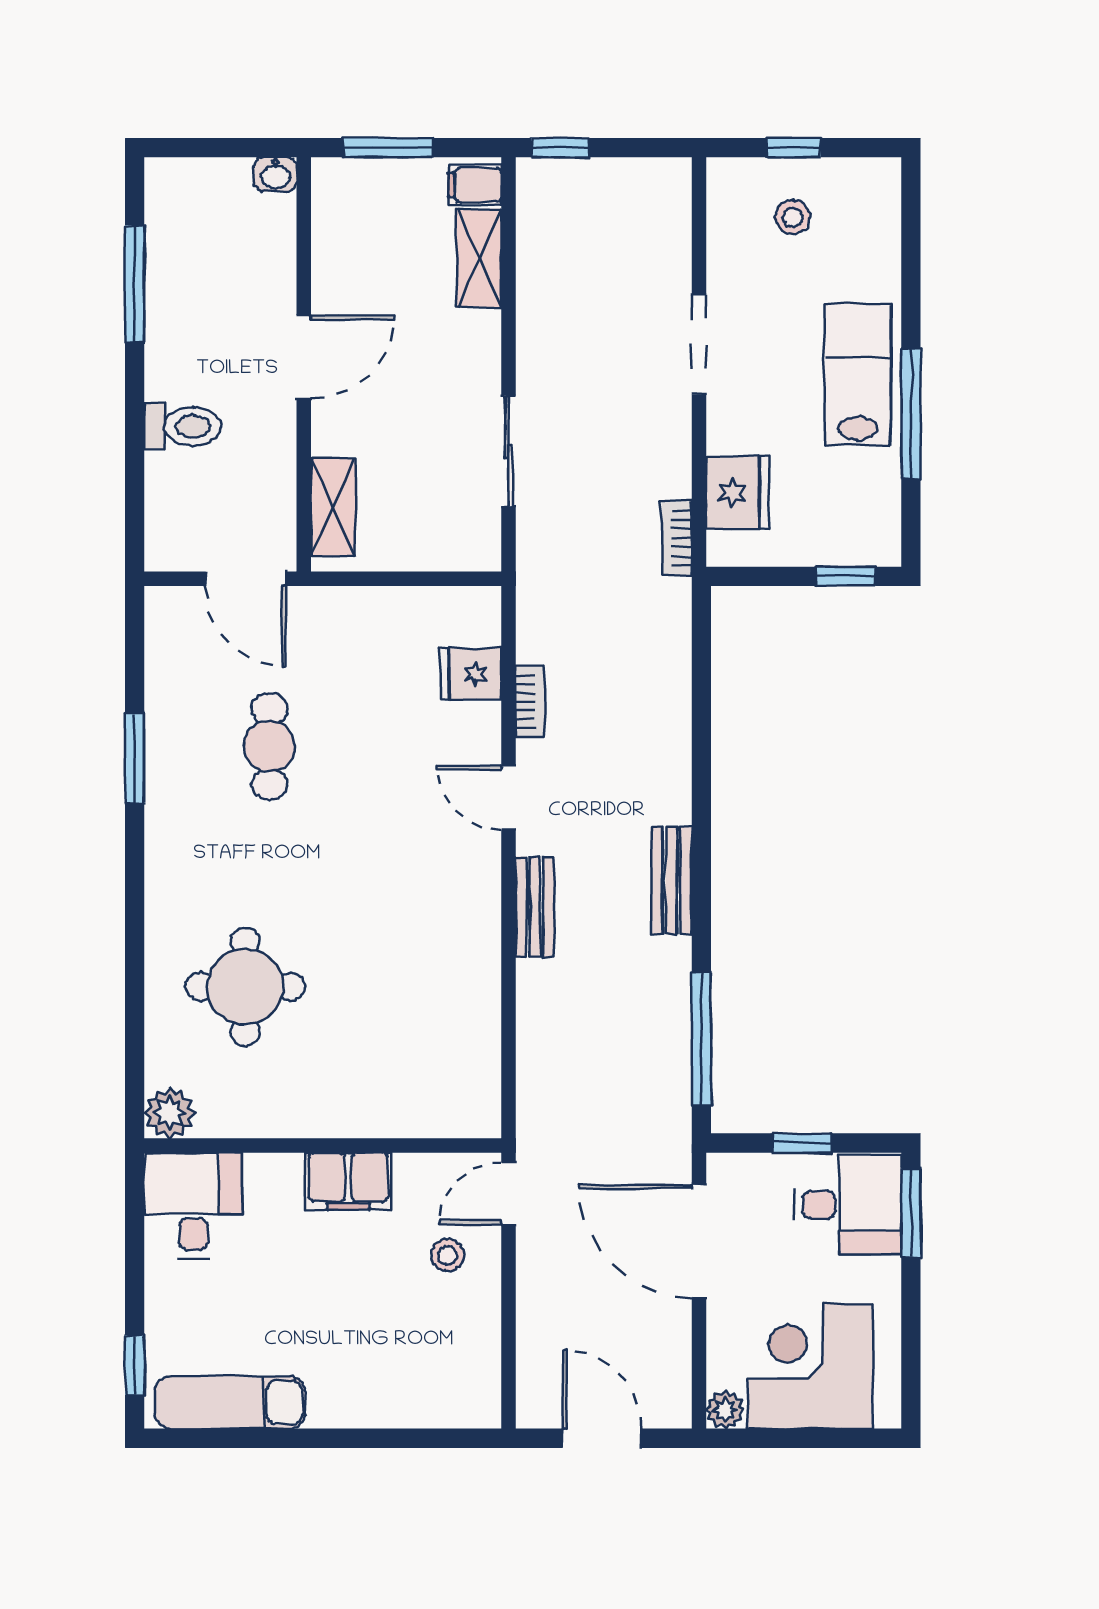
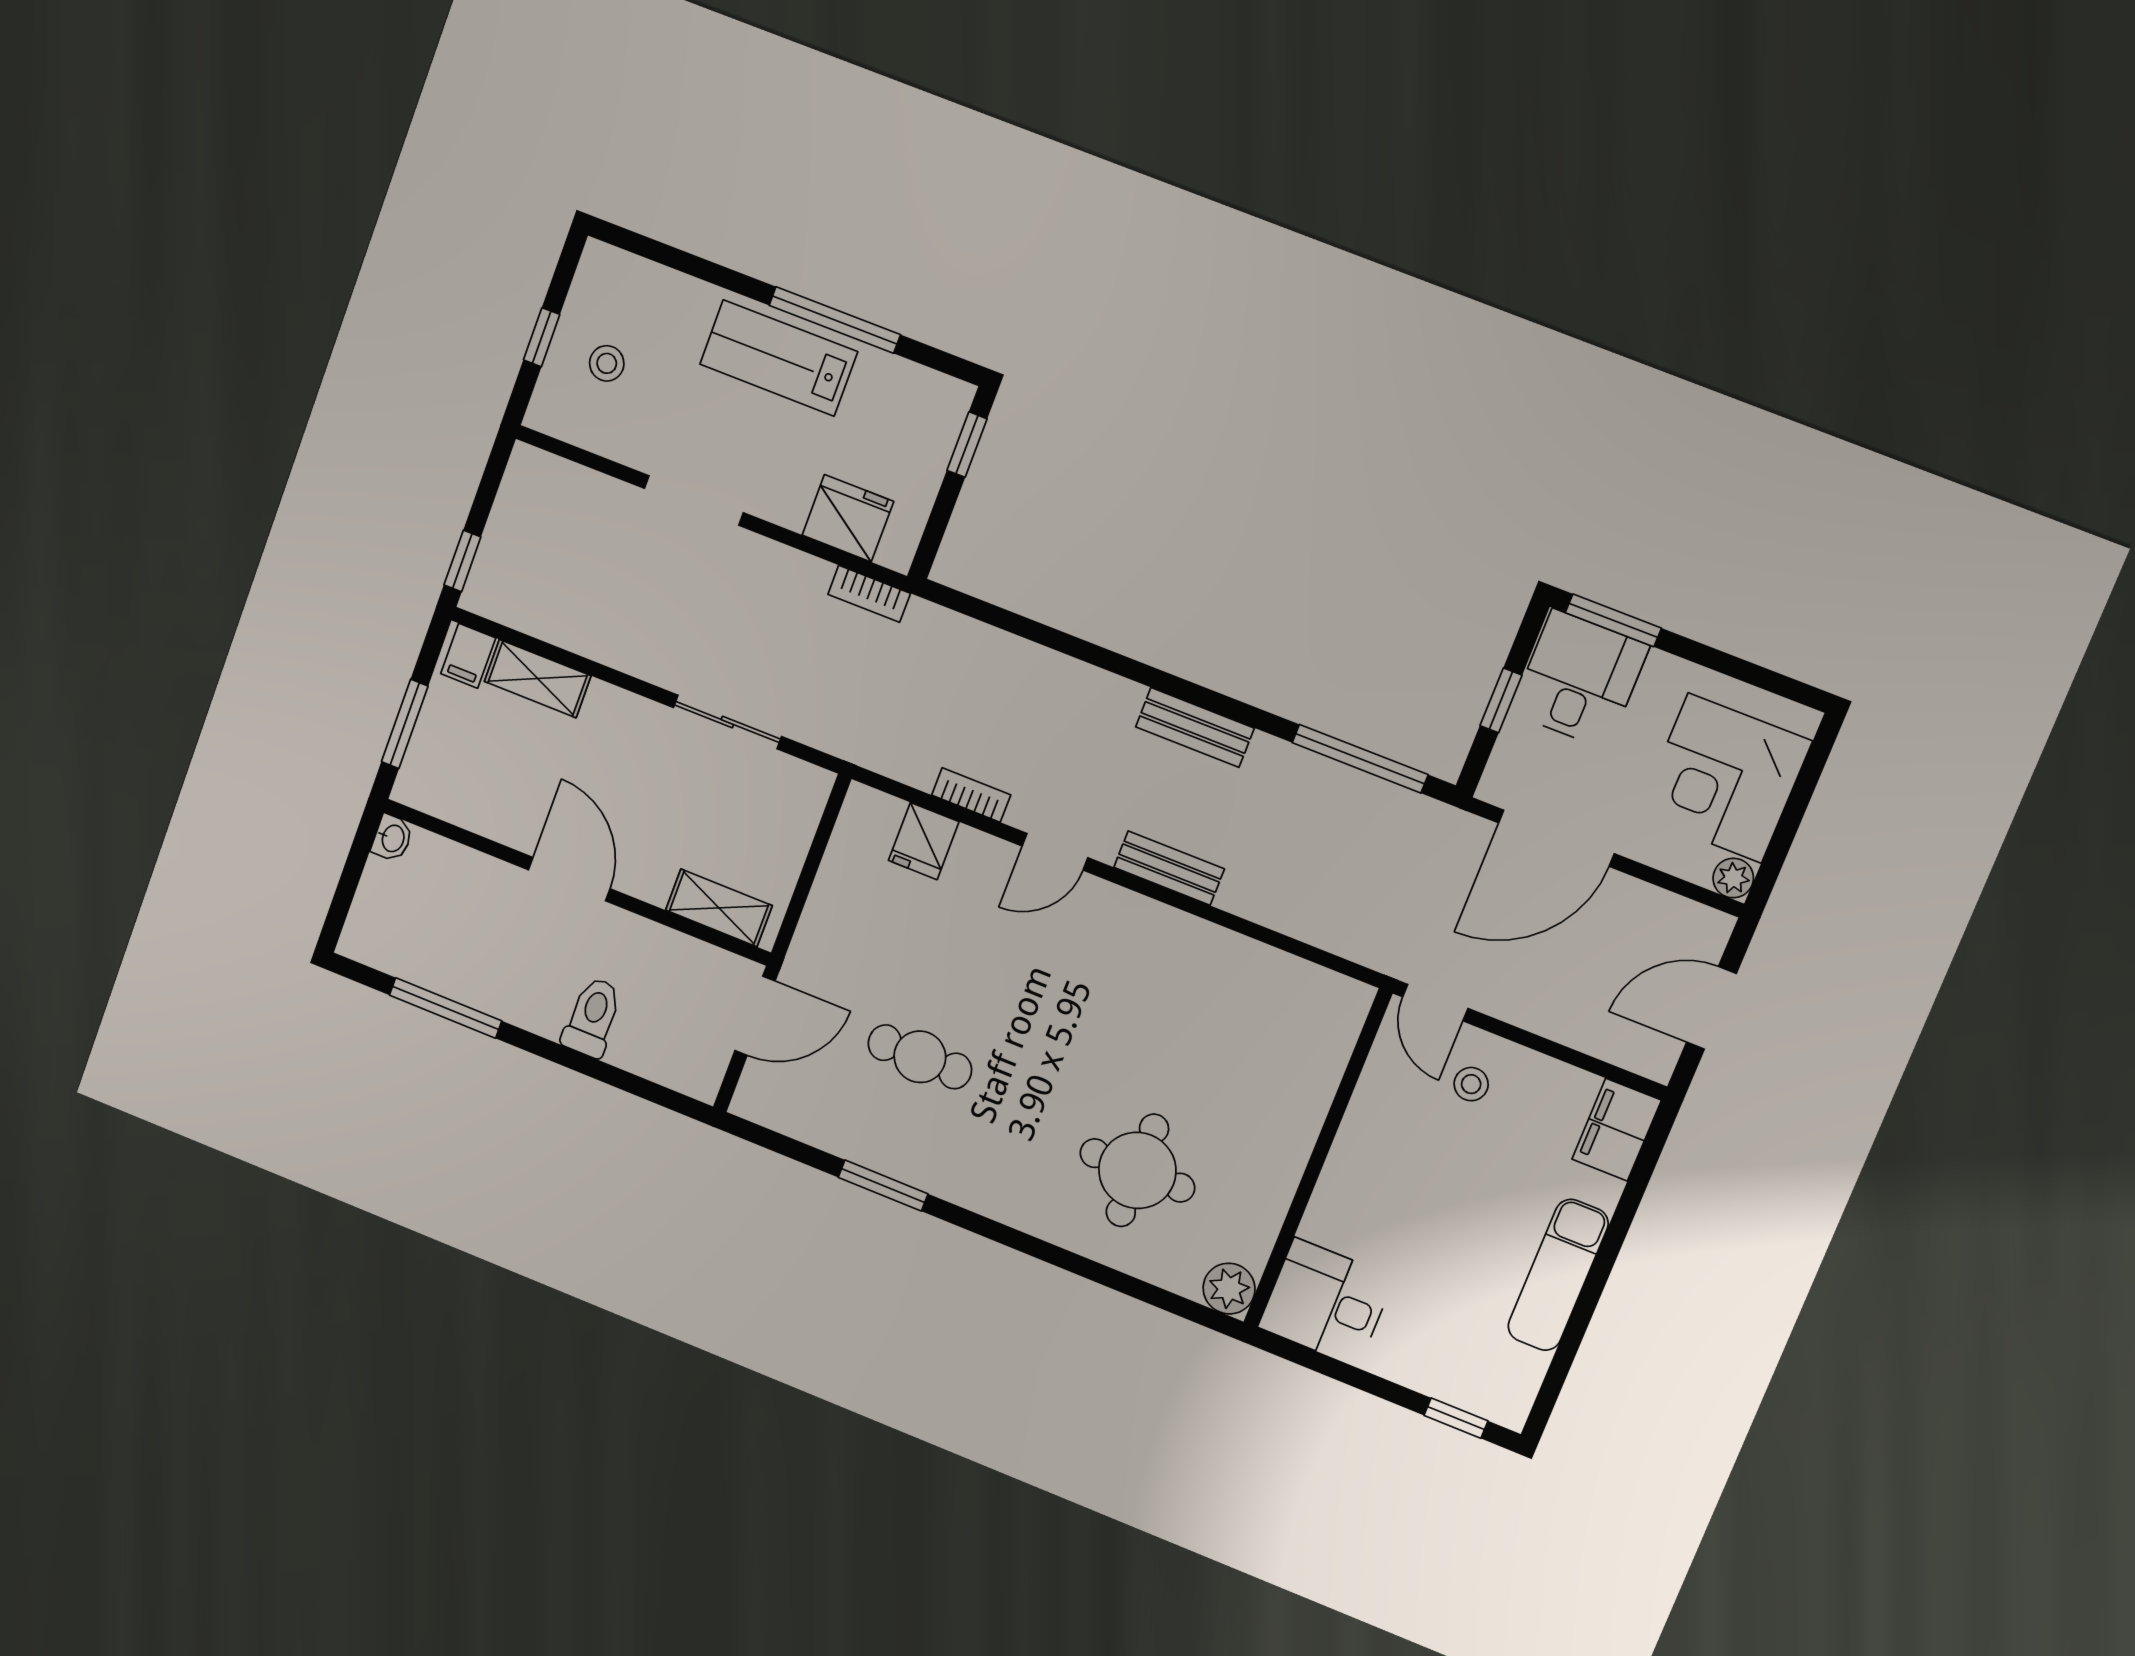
filing cabinet: (348, 1181) -> (1617, 1130), moved, turned 180
exam couch: (230, 1402) -> (1558, 1275), moved

